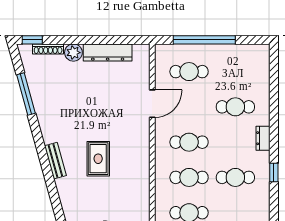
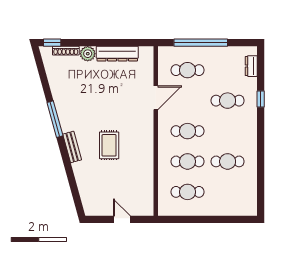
window: (26, 94) -> (55, 119), moved
dresser: (263, 138) -> (251, 66), moved
window: (274, 172) -> (261, 99), moved

